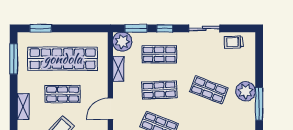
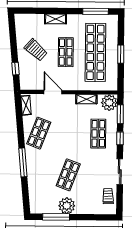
window: (41, 28) -> (121, 54), moved
shop shelf: (159, 90) -> (69, 133), removed

